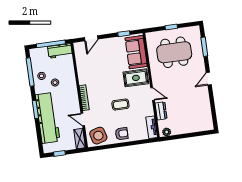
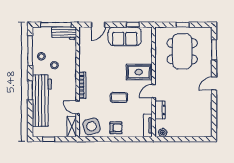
sofa: (136, 52) -> (125, 36), moved, turned -90
dining table: (174, 52) -> (182, 51), turned 90
door: (152, 94) -> (154, 91), swing flipped

